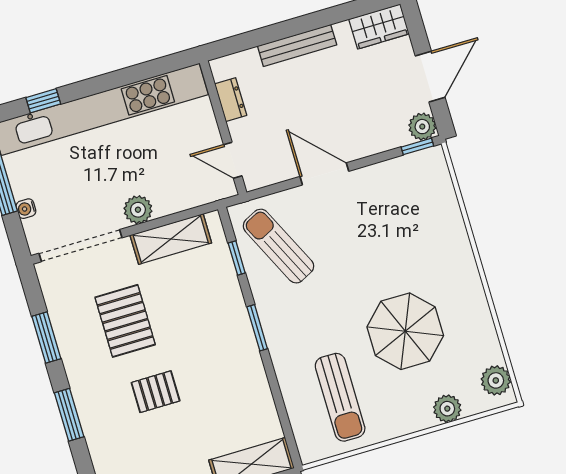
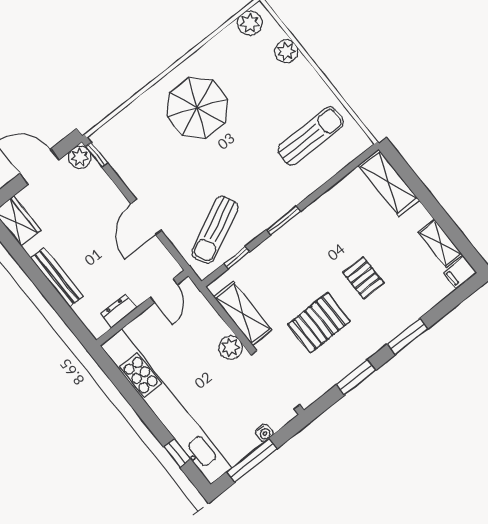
parasol: (405, 331) -> (197, 108), moved

